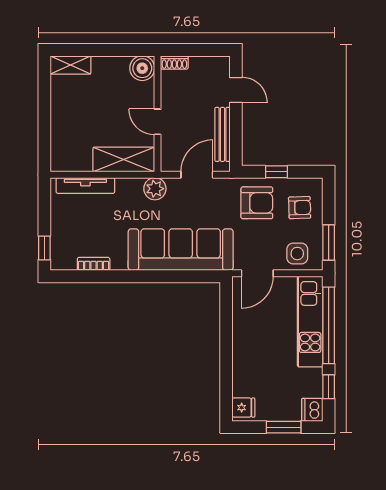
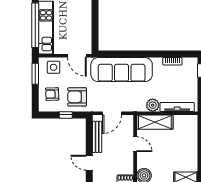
plant: (155, 189) -> (153, 105), moved
door: (257, 273) -> (77, 56), swing flipped

